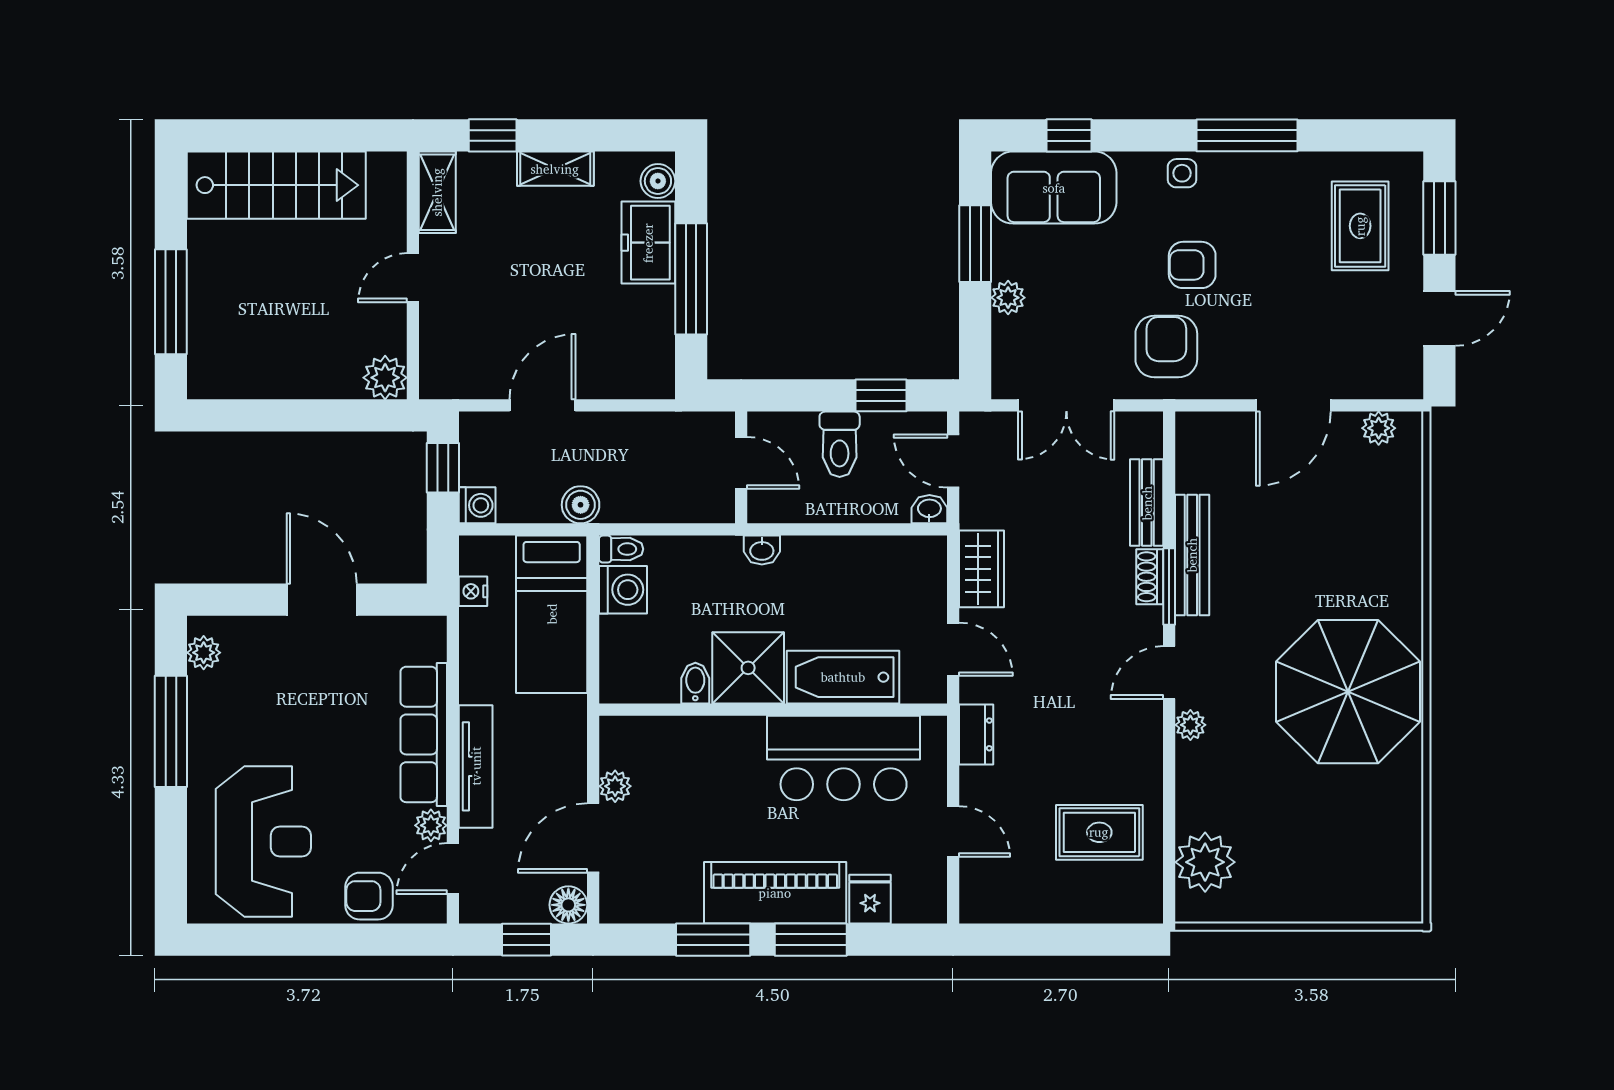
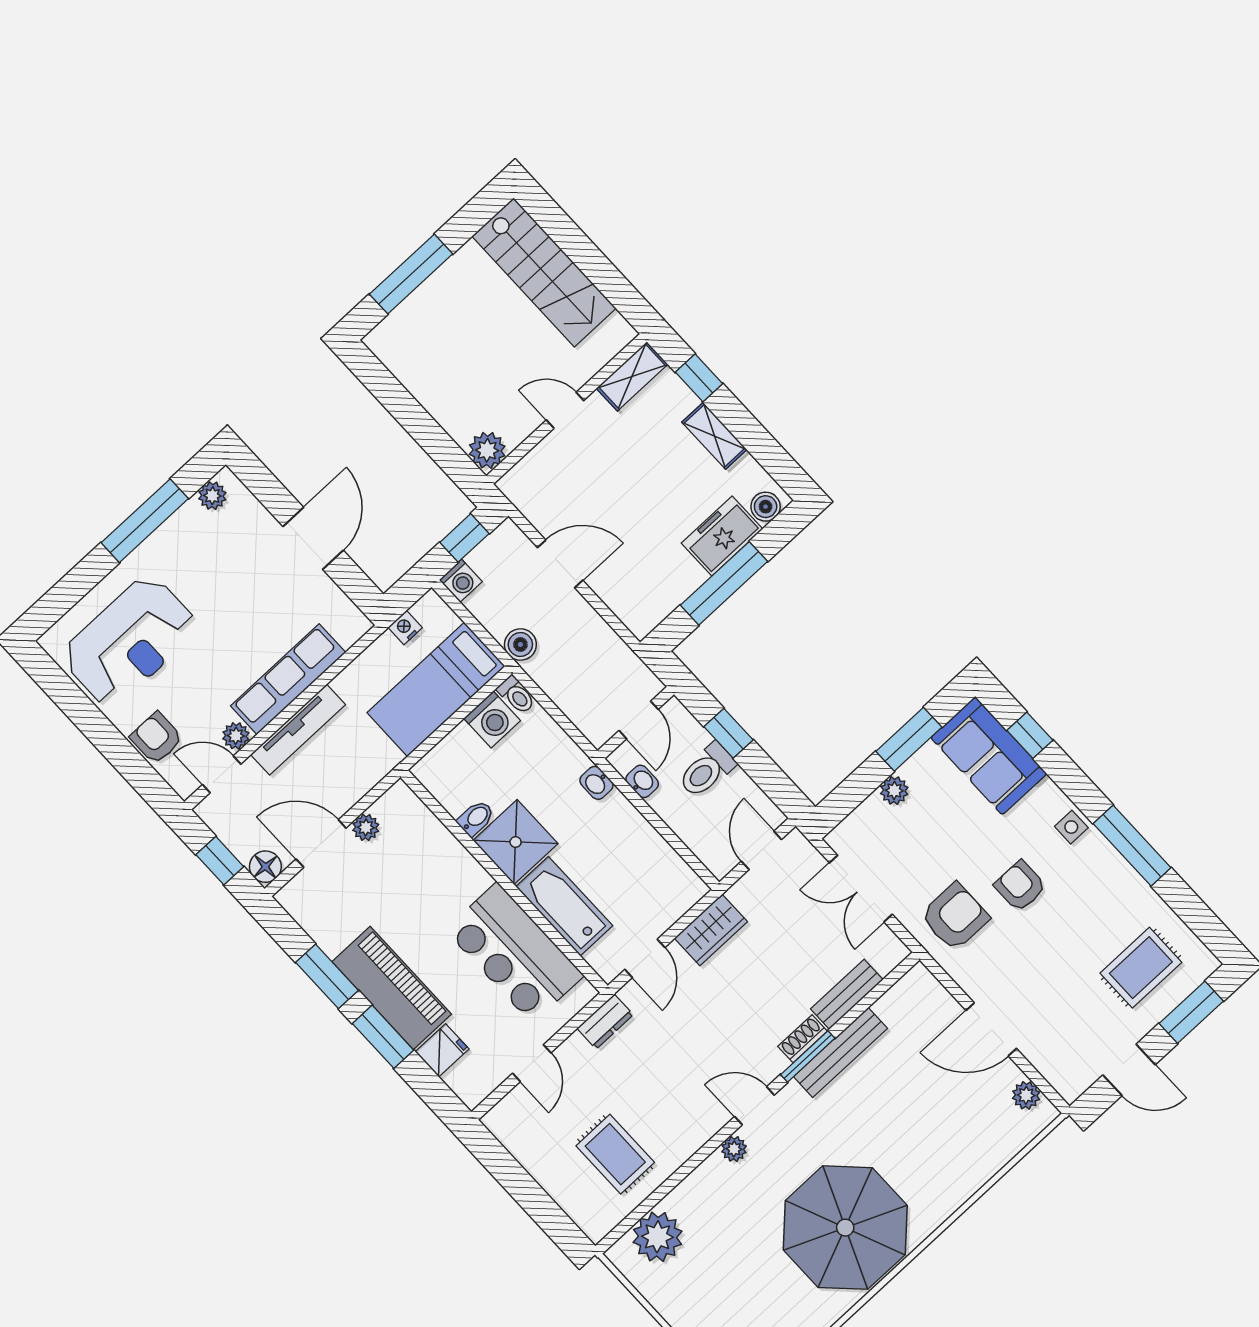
window: (881, 395) -> (728, 733), moved
washbasin: (929, 509) -> (642, 781), moved

